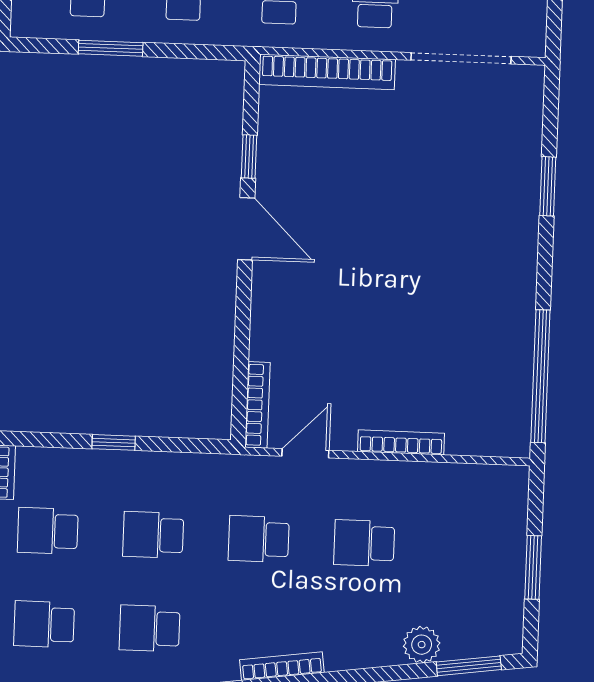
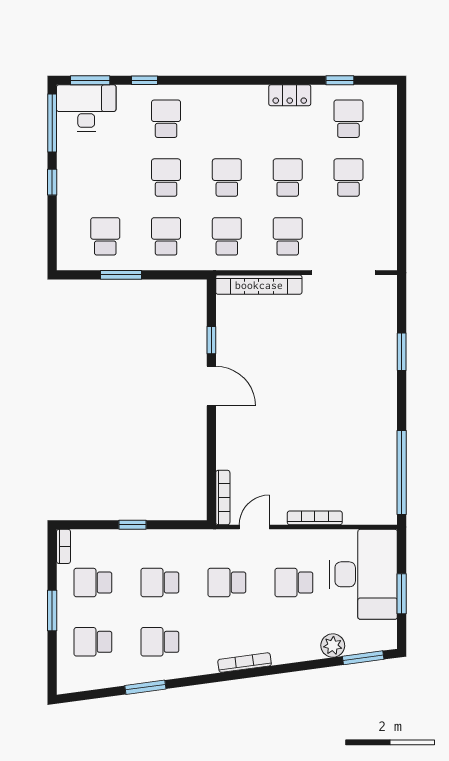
desk: (474, 534) -> (363, 574), added

